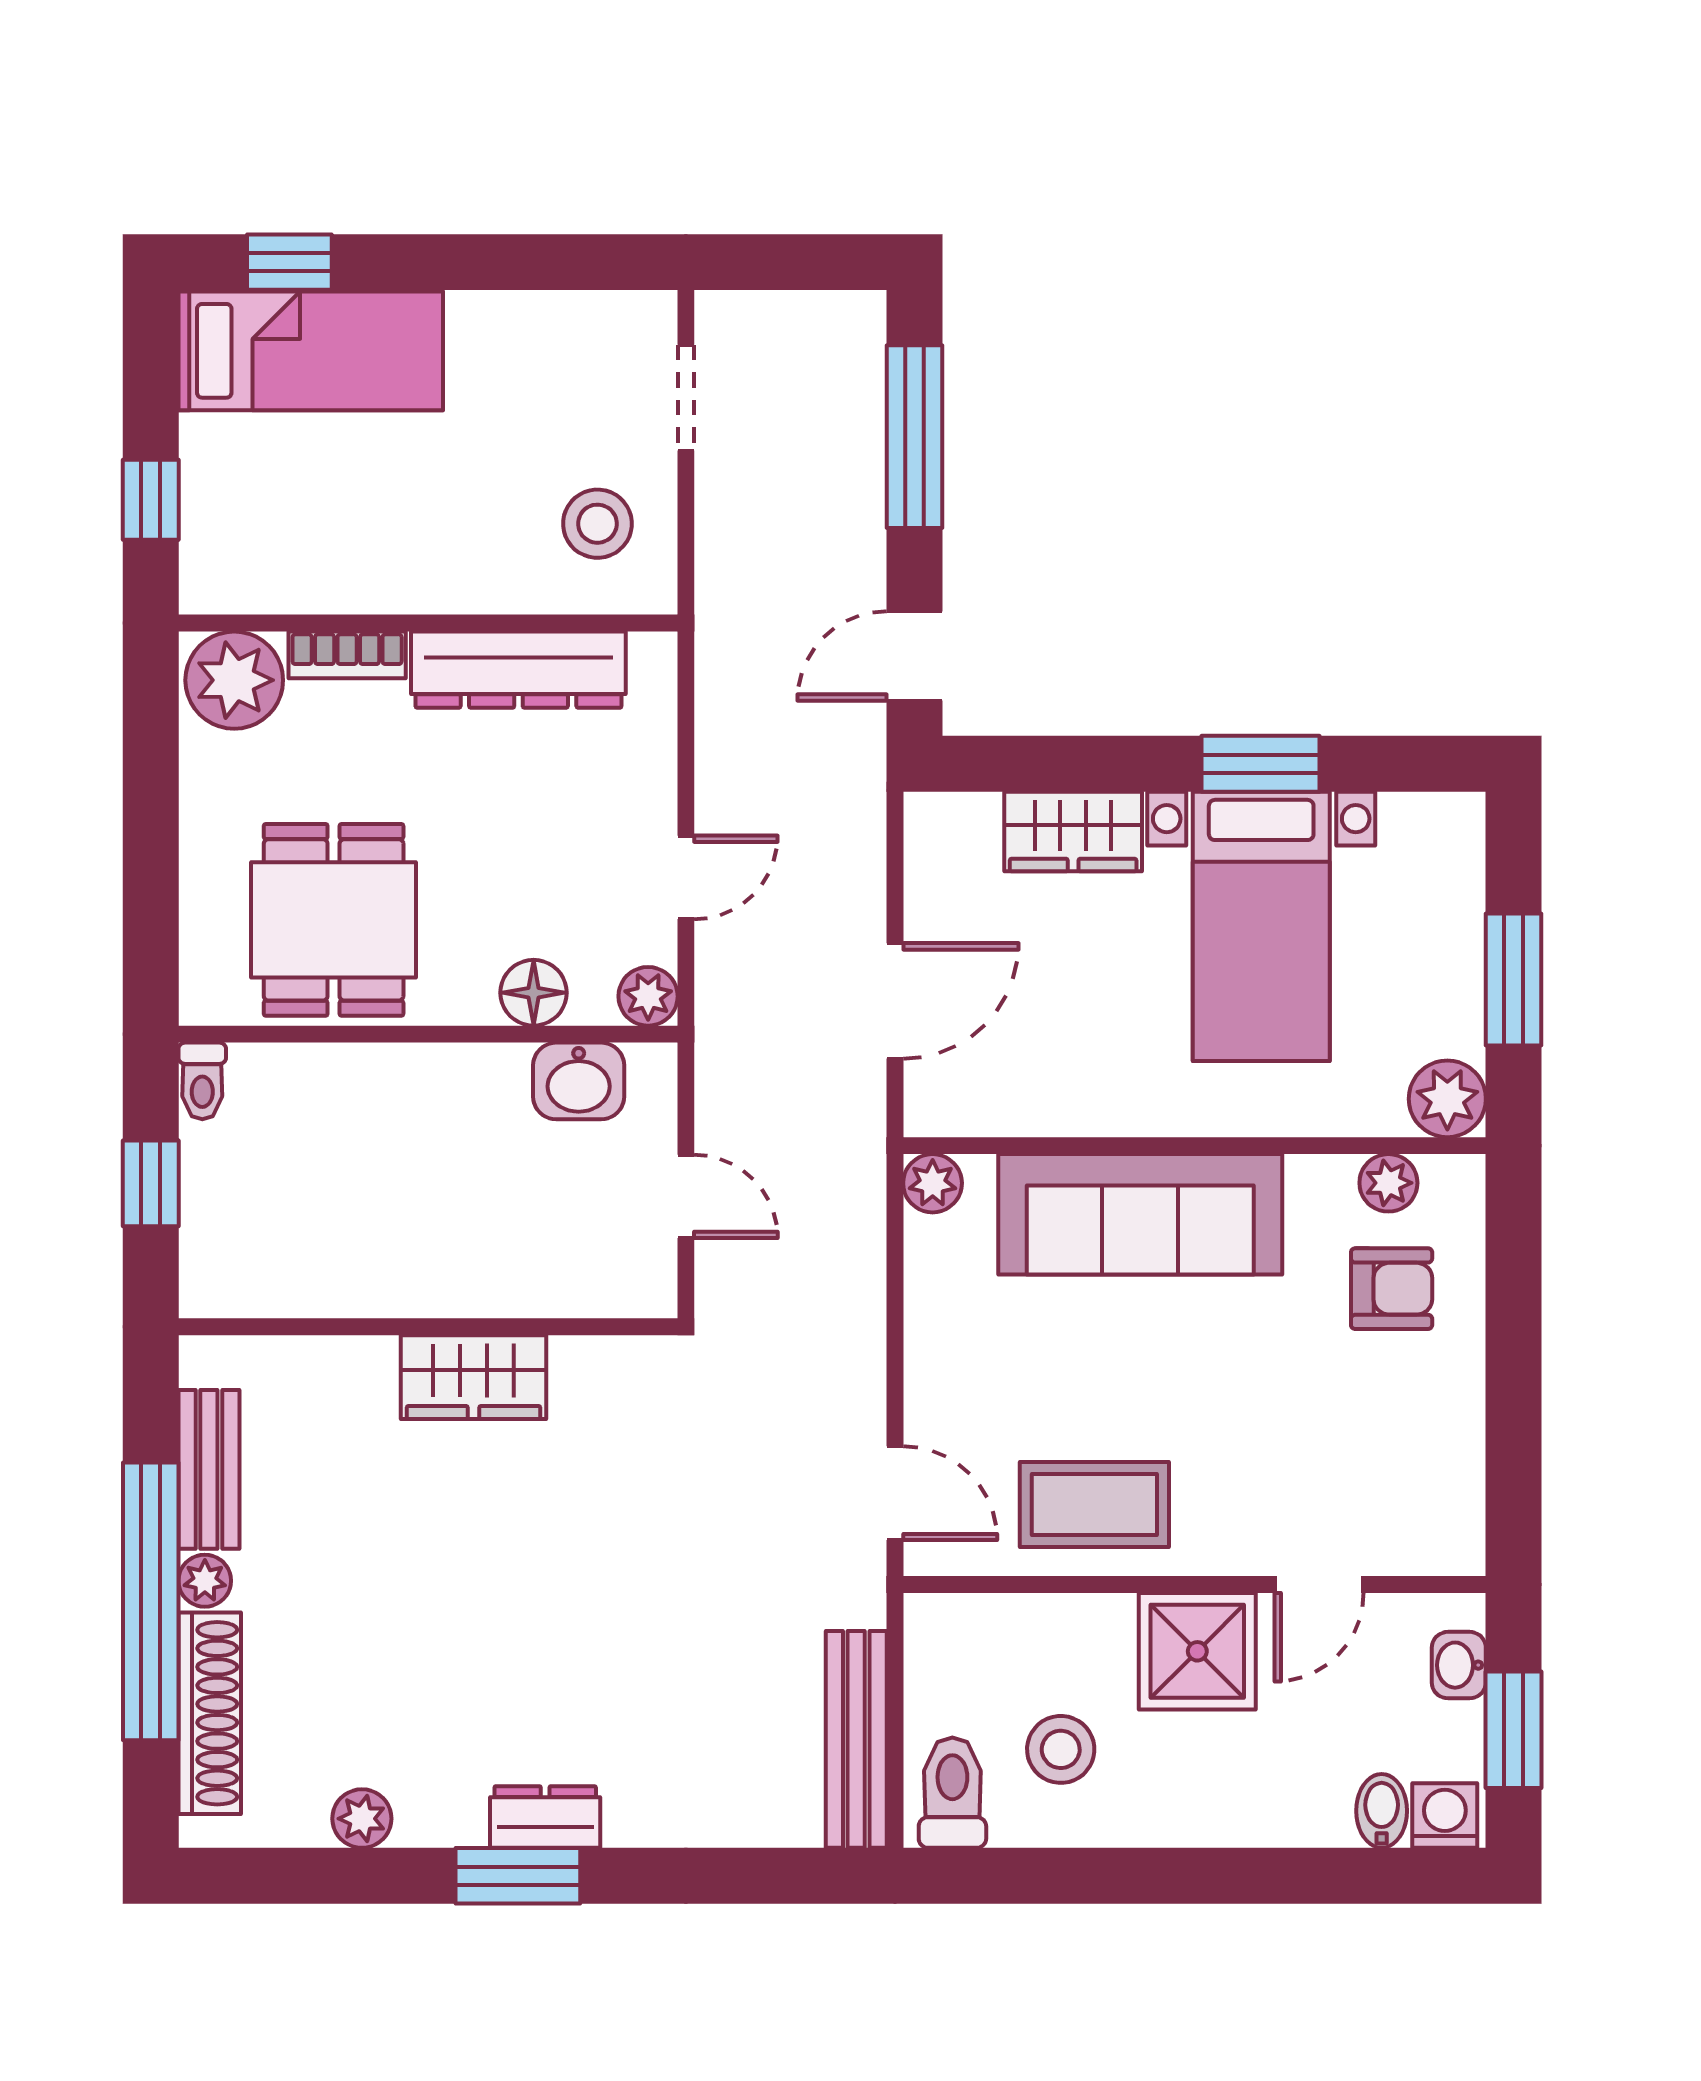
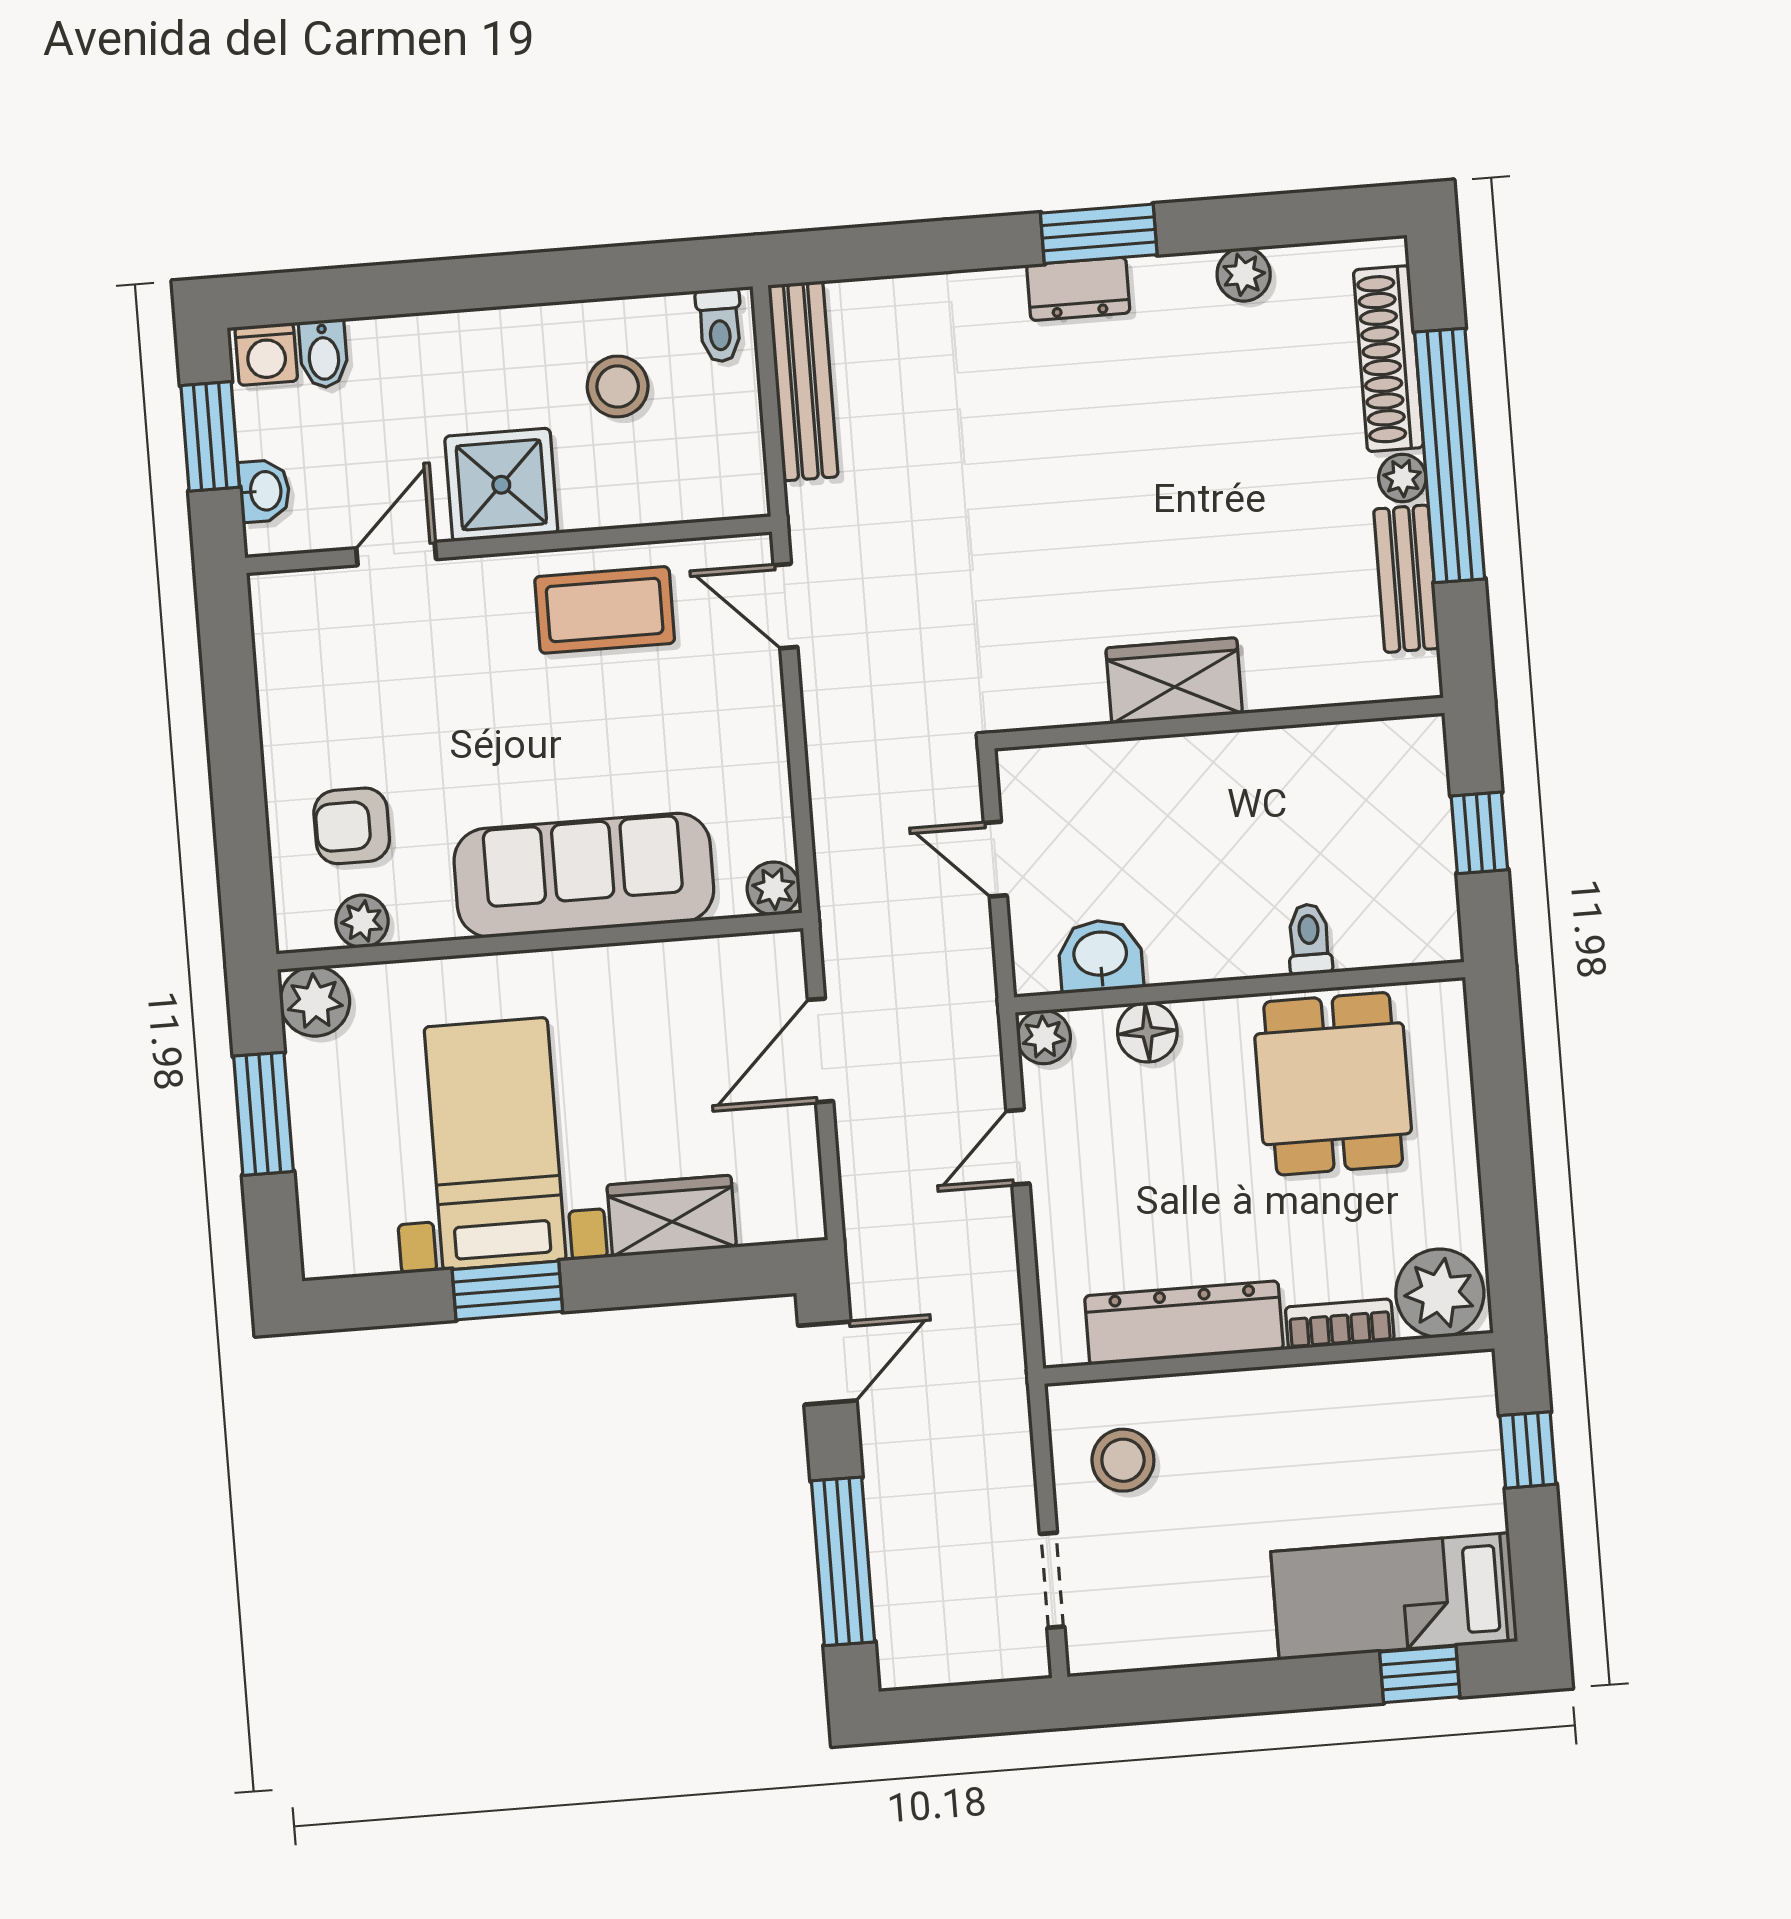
toilet: (202, 1081) -> (1309, 939), moved
toilet: (952, 1793) -> (719, 325), width x0.73, depth x0.72

